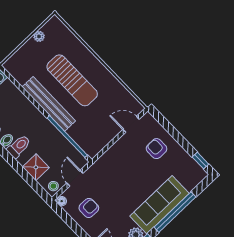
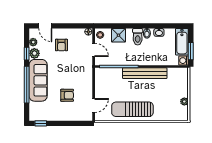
sun lounger: (72, 80) -> (132, 109), moved
armchair: (157, 149) -> (67, 95), moved
armchair: (89, 208) -> (61, 45), moved

